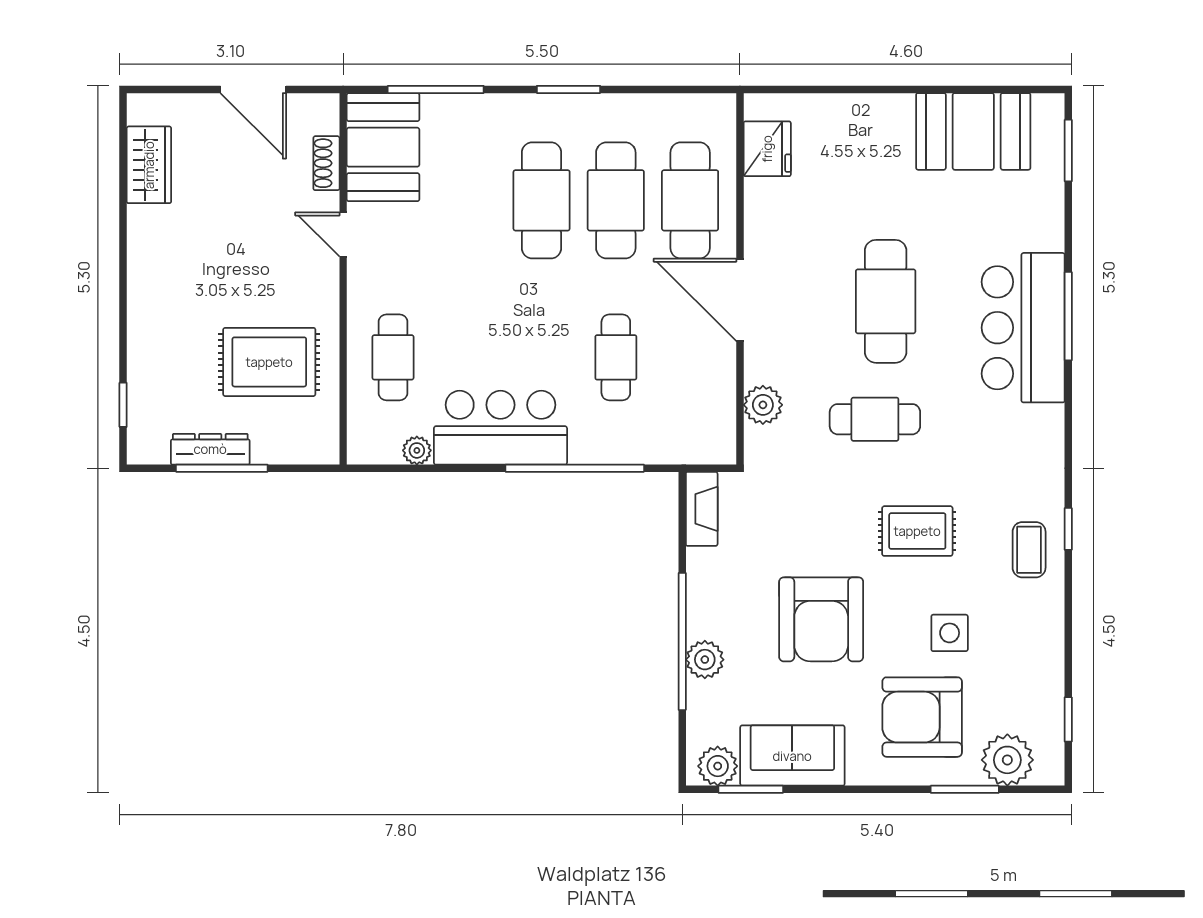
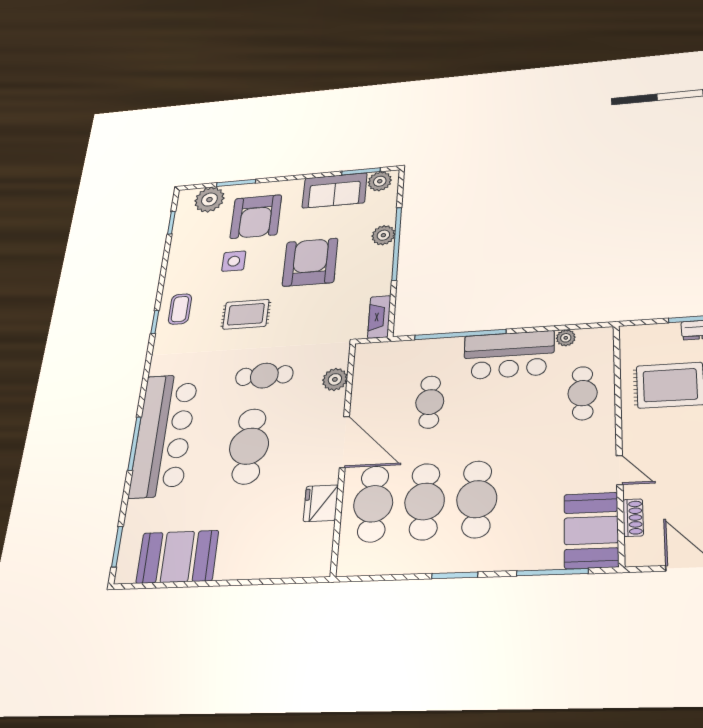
fridge: (767, 149) -> (321, 503), moved
bar counter: (1023, 328) -> (164, 435), width x1.36
armchair: (922, 717) -> (256, 217), turned 90

